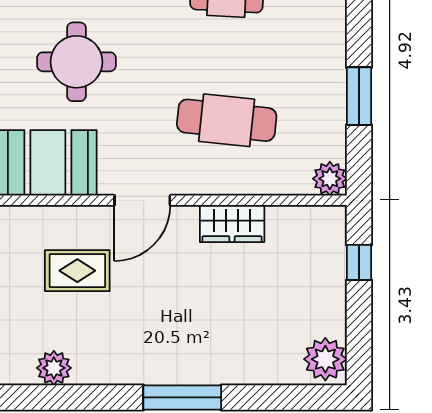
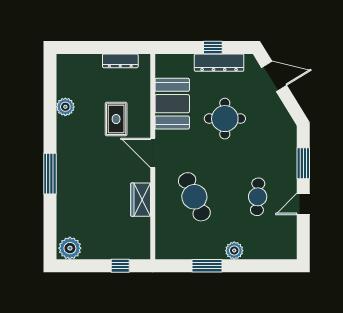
cafe table: (227, 120) -> (194, 197), turned -30
plant: (330, 179) -> (234, 251), moved

